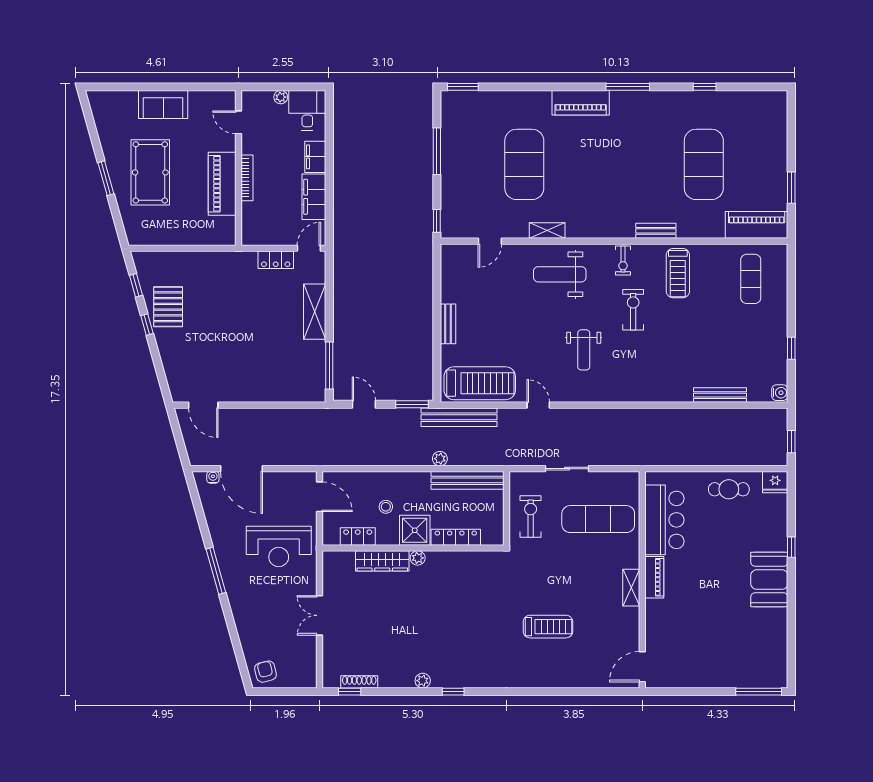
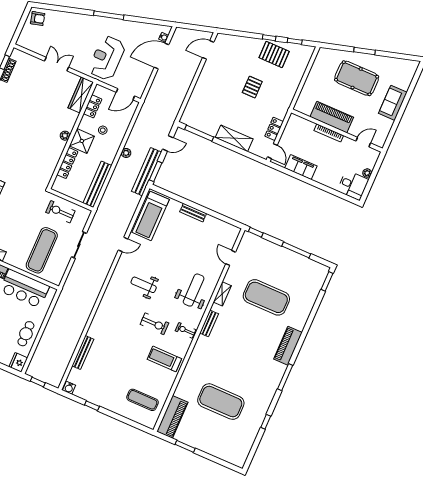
filing cabinet: (315, 157) -> (324, 178), removed
bench: (656, 231) -> (209, 323), moved
pallet: (229, 318) -> (252, 87), added
bench: (459, 417) -> (147, 172), moved
plant: (440, 459) -> (126, 153), moved
exercise bike: (531, 517) -> (60, 212), turned 180
wardrobe: (382, 561) -> (81, 95), moved

